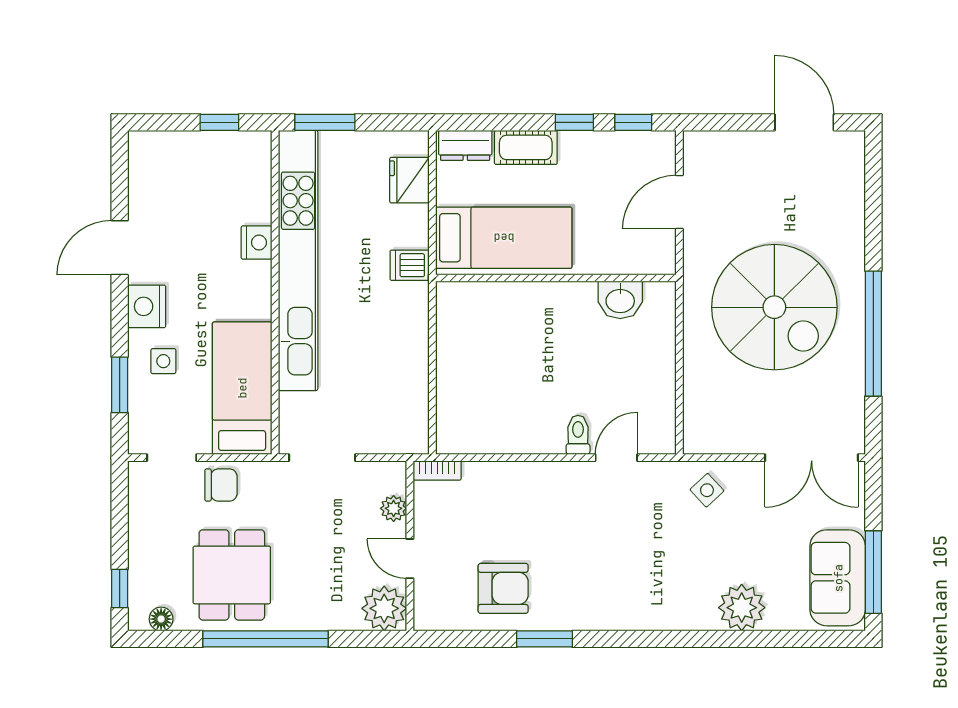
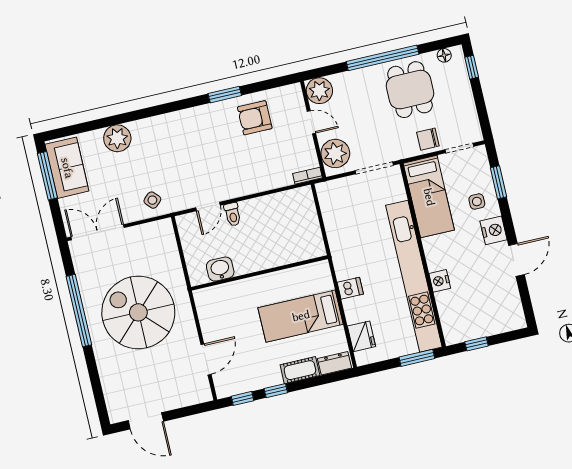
wall: (556, 278) -> (259, 273), moved
washbasin: (620, 300) -> (220, 269), moved
plant: (394, 508) -> (335, 153), width x1.88, depth x1.88

